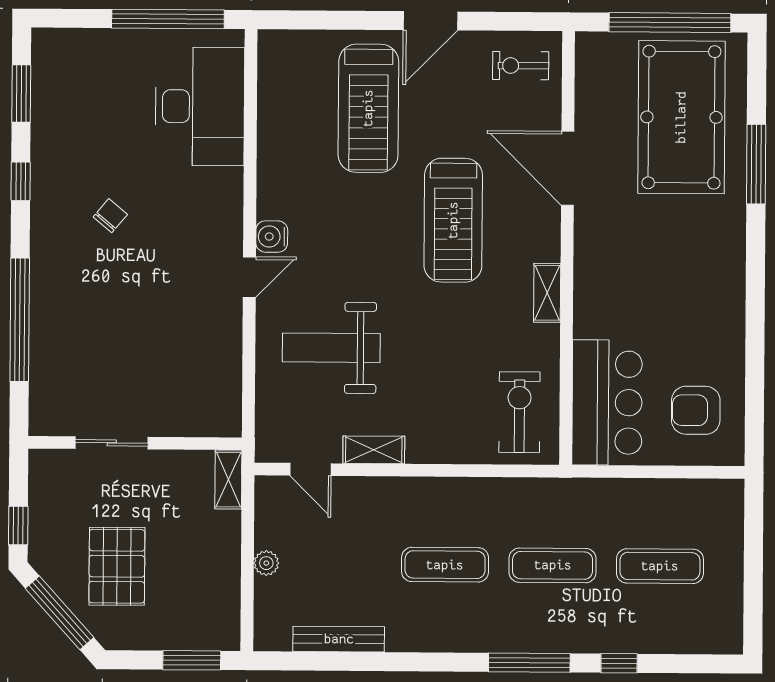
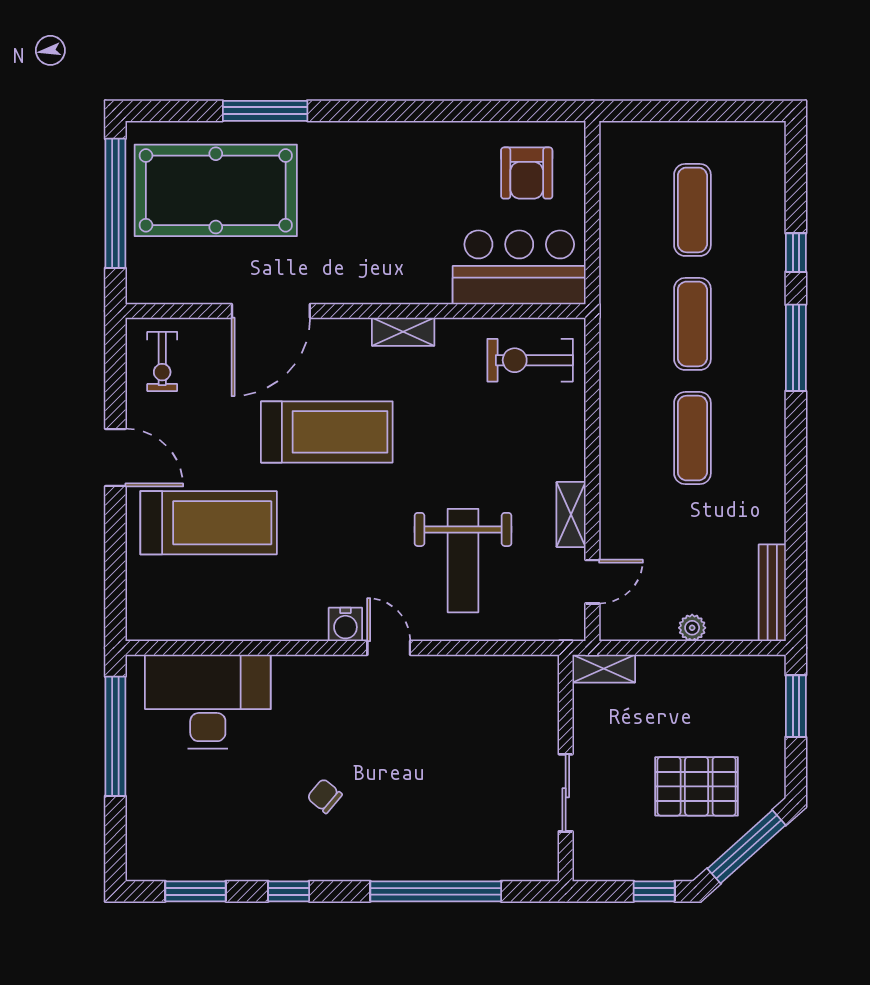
bench: (339, 639) -> (772, 593), moved

